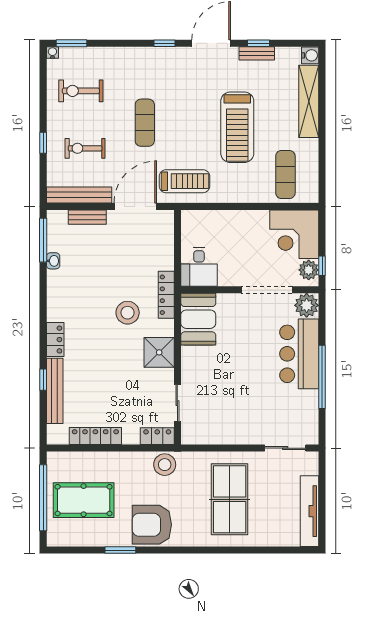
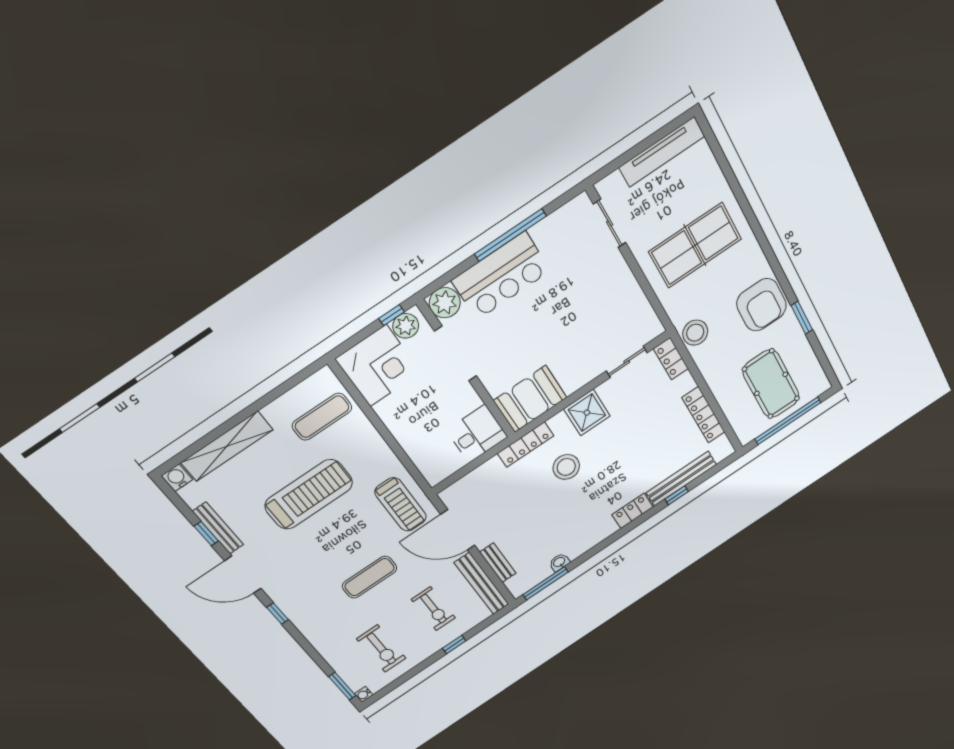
bench: (257, 53) -> (218, 528), width x1.36
treadmill: (184, 181) -> (401, 505), turned 180

